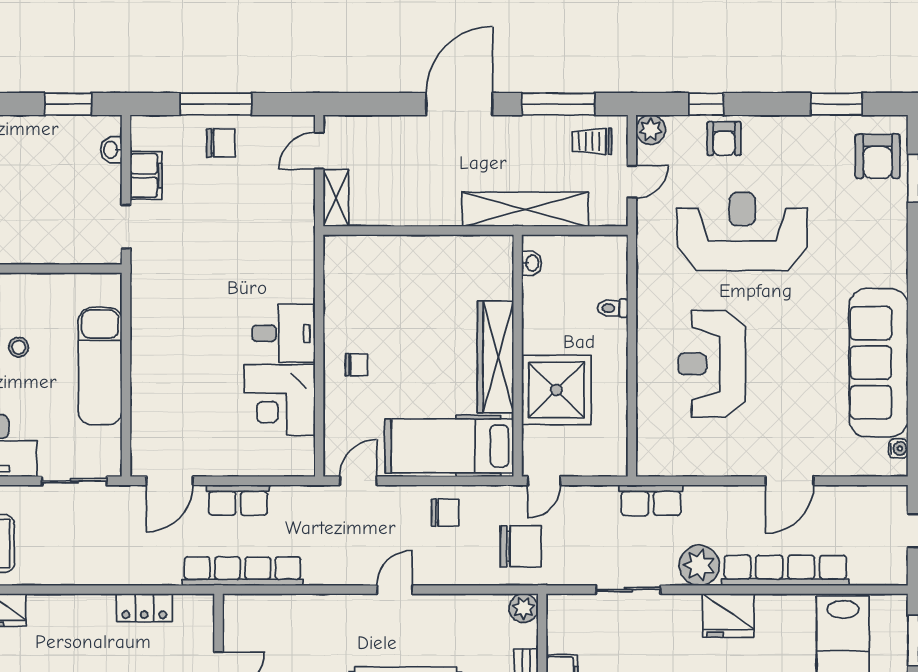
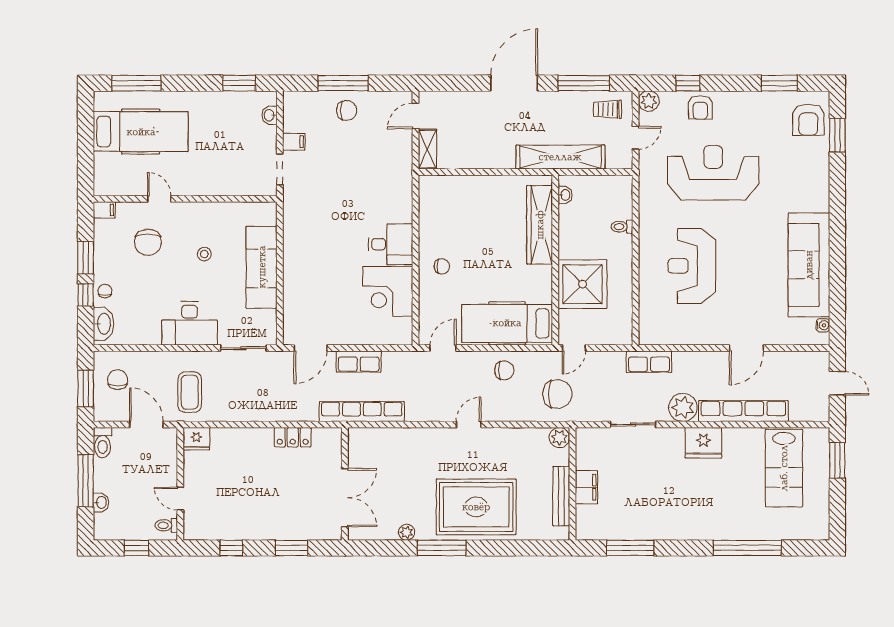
filing cabinet: (146, 176) -> (294, 142), width x0.50
wardrobe: (495, 357) -> (540, 225), moved

